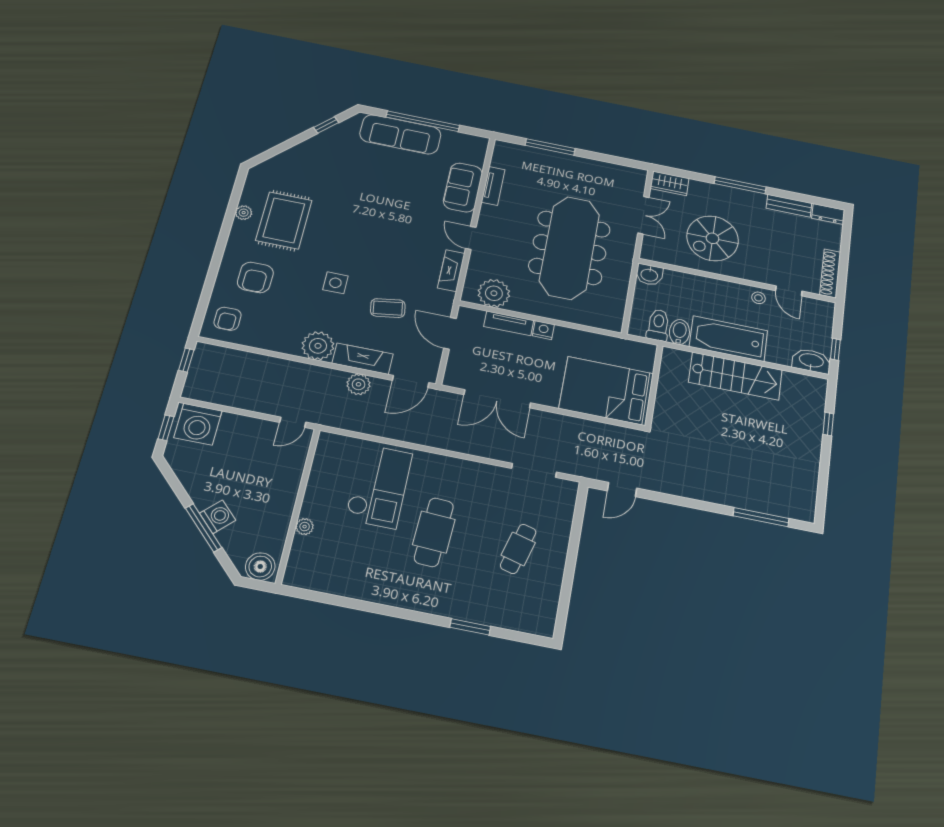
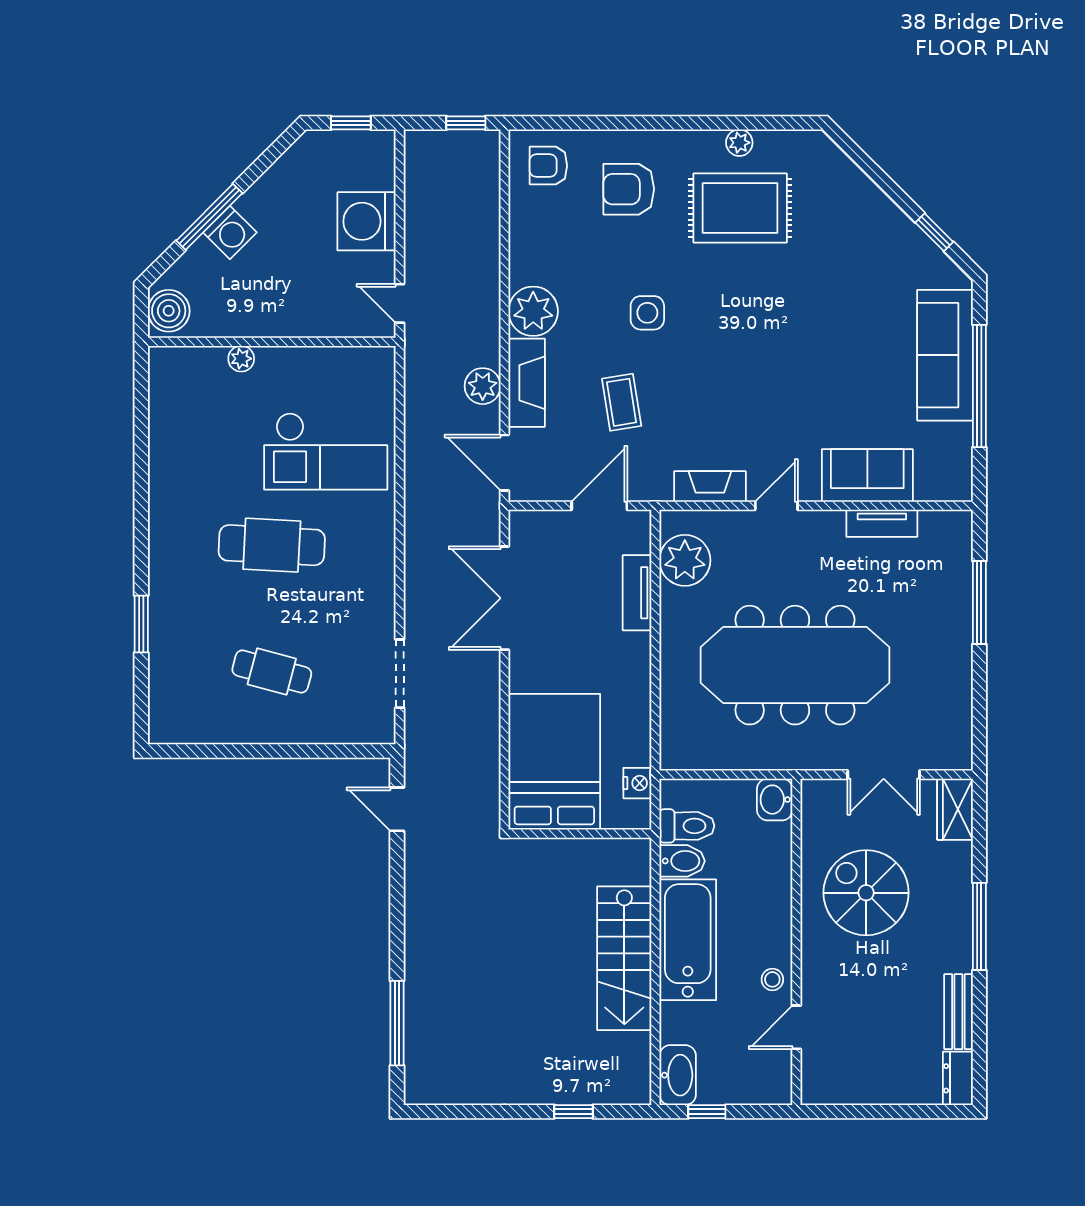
shoe rack: (830, 273) -> (845, 1091), removed
nightstand: (543, 330) -> (637, 783), moved
washing machine: (198, 424) -> (367, 221), moved

